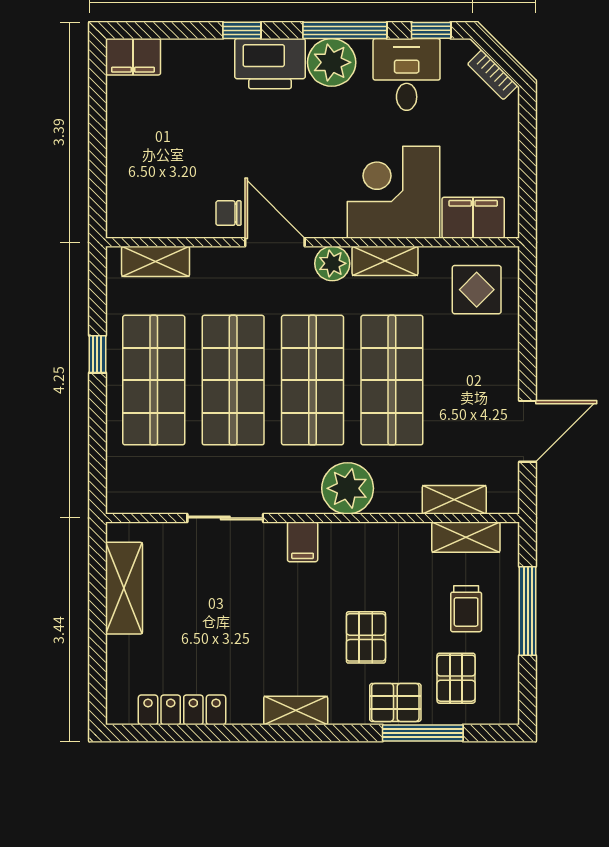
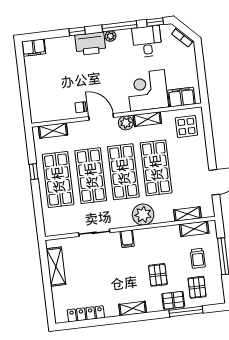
plant: (332, 62) -> (110, 36), width x0.53, depth x0.53

